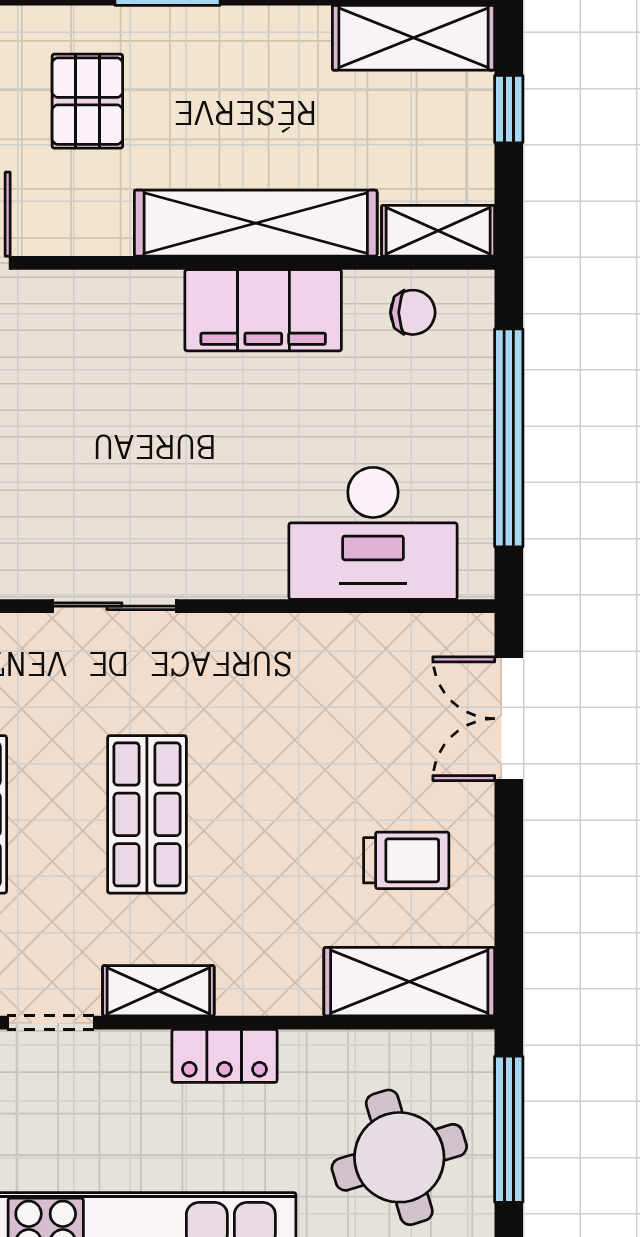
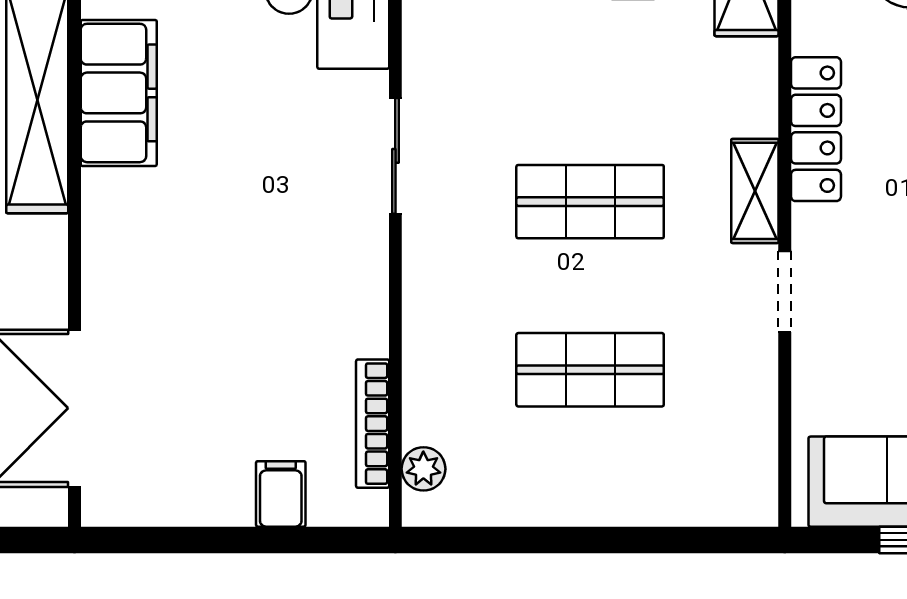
sliding door: (114, 606) -> (395, 156), moved
locker: (224, 1056) -> (816, 129), width x1.53

